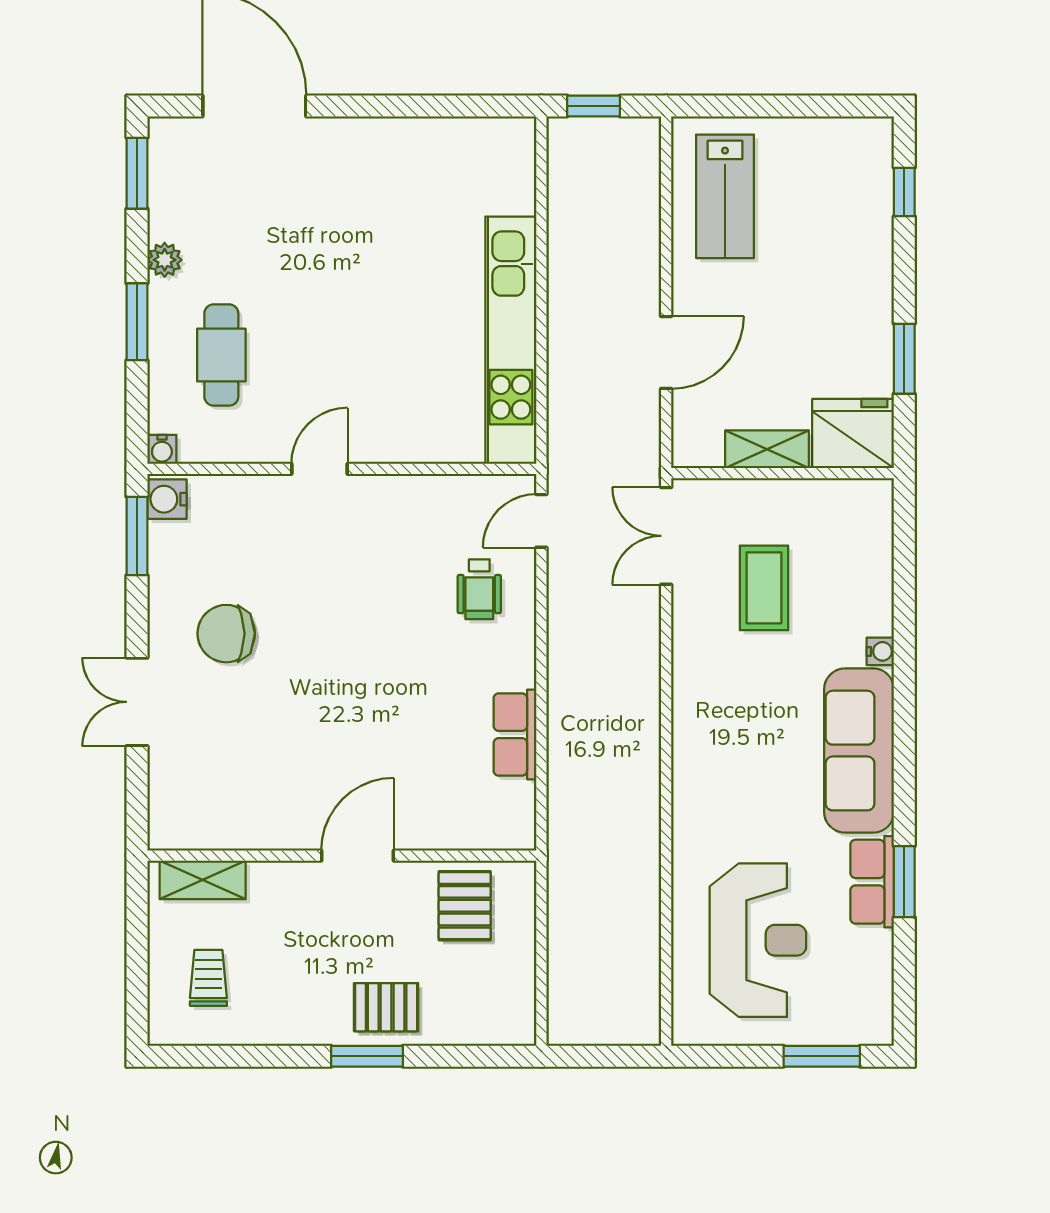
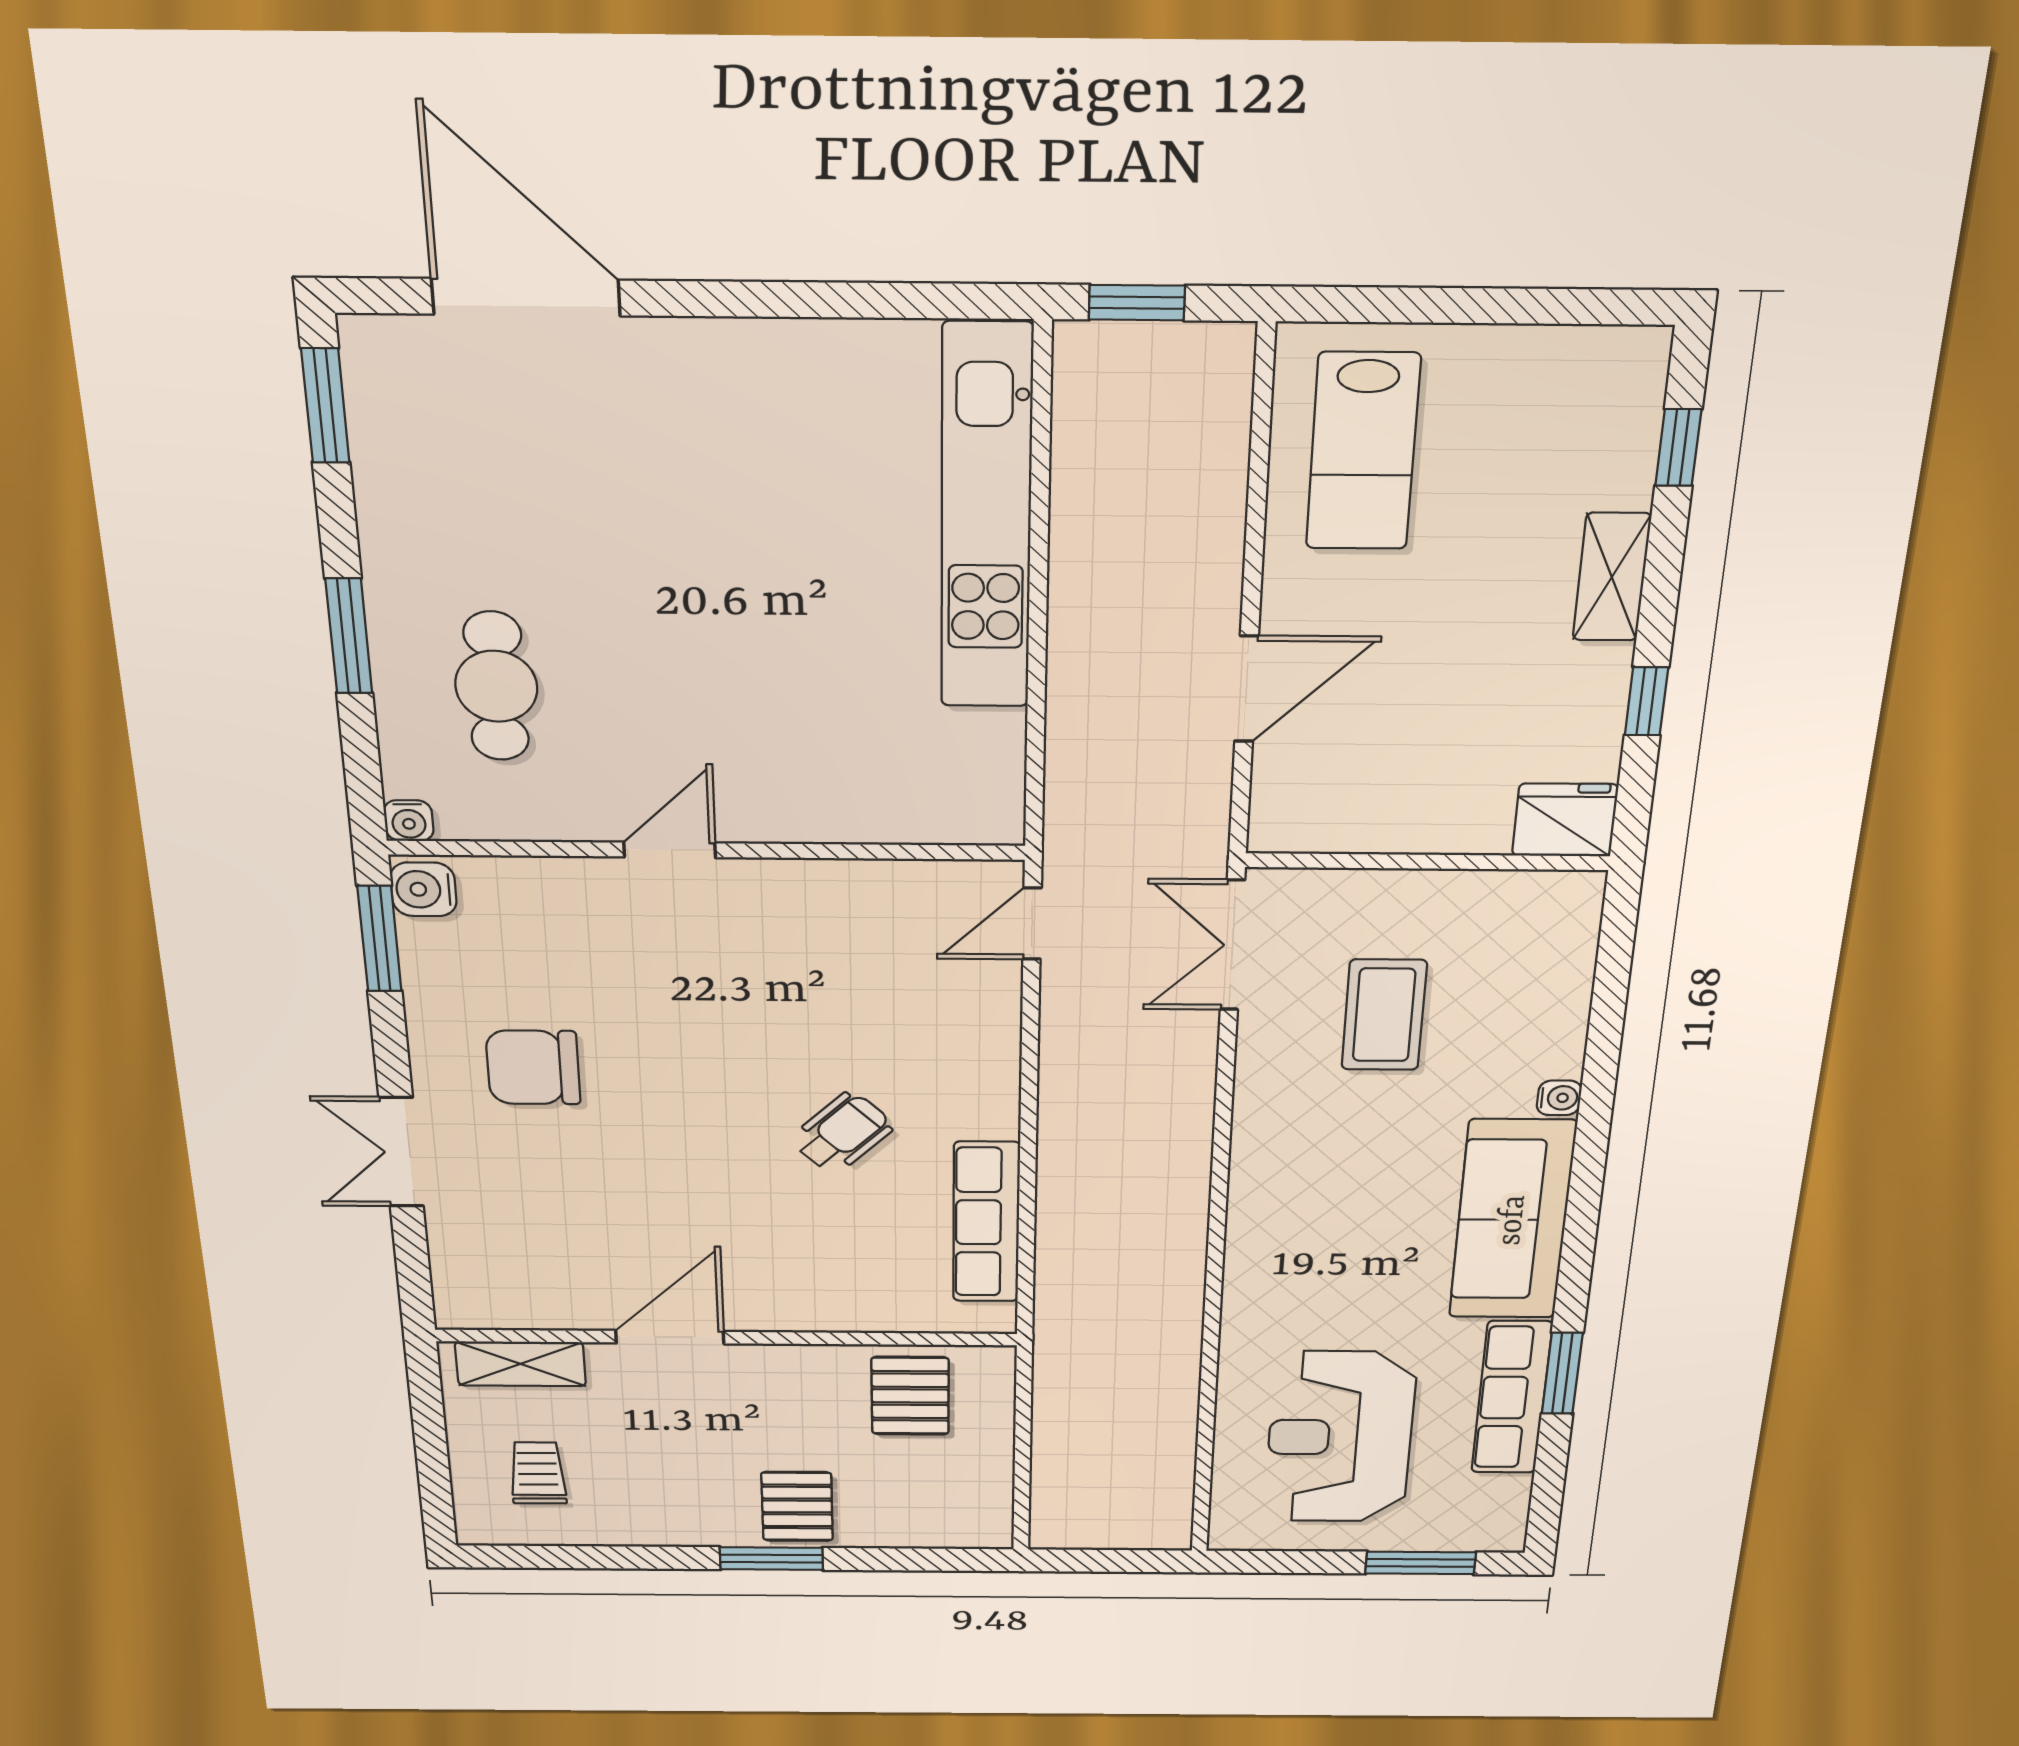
plant: (165, 260) -> (387, 542), removed
kitchen unit: (511, 340) -> (986, 520), moved
window: (904, 359) -> (1646, 701), width x0.67
fridge: (853, 434) -> (1565, 820), width x0.73, depth x0.75
shelving: (767, 449) -> (1612, 577), moved, turned 90
wheelchair: (479, 589) -> (842, 1133), moved, turned -135
row of seats: (515, 735) -> (986, 1222), width x1.48
door: (358, 856) -> (670, 1337), moved
row of seats: (872, 882) -> (1512, 1398), width x1.48
reception desk: (758, 940) -> (1340, 1437), turned 180
pallet: (386, 1007) -> (797, 1506), turned 90

